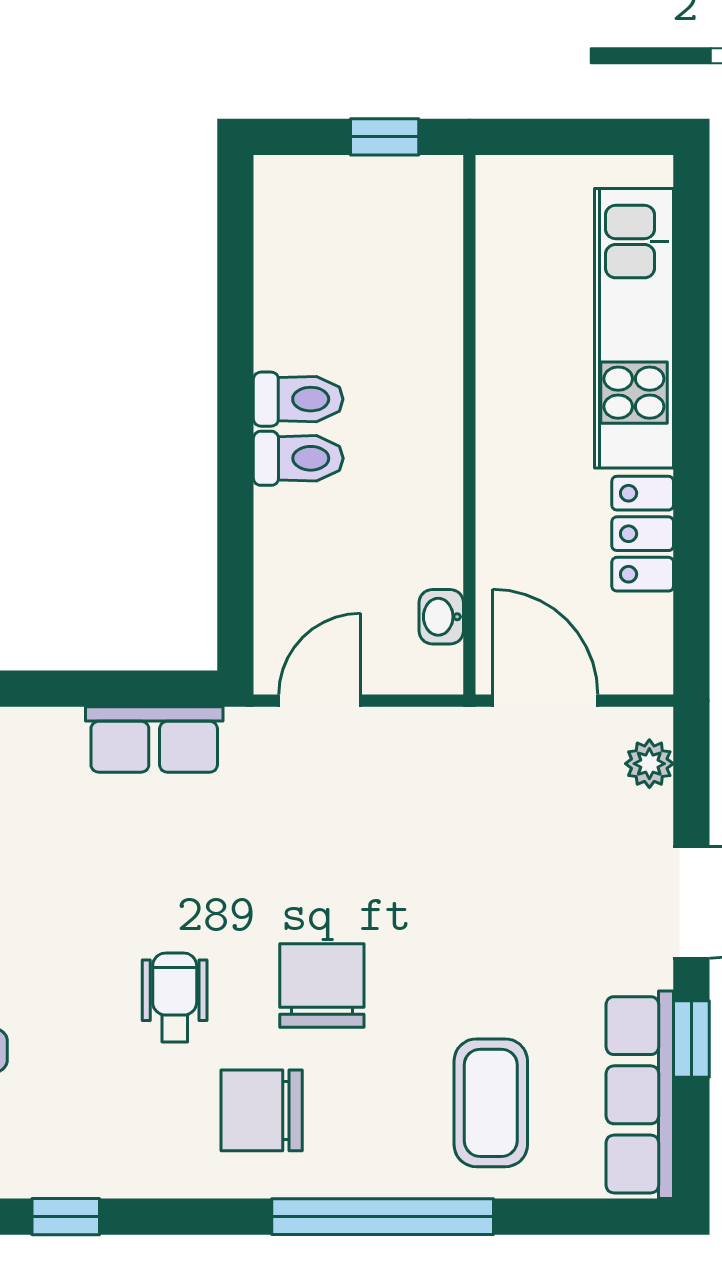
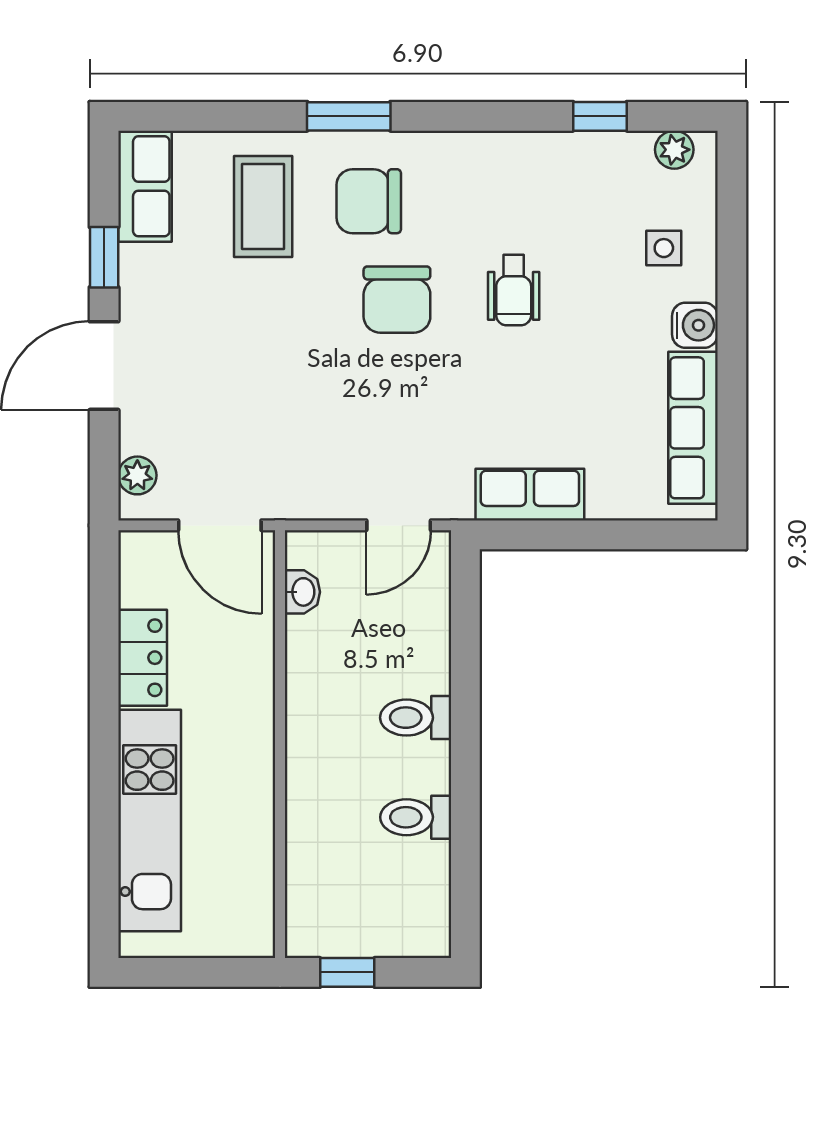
toilet: (298, 399) -> (416, 817), moved
row of seats: (640, 1095) -> (145, 186), width x0.68
chair: (262, 1110) -> (369, 201), moved, turned 180
window: (383, 1217) -> (349, 116), width x0.47

